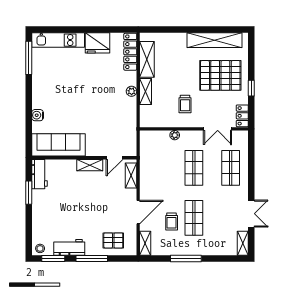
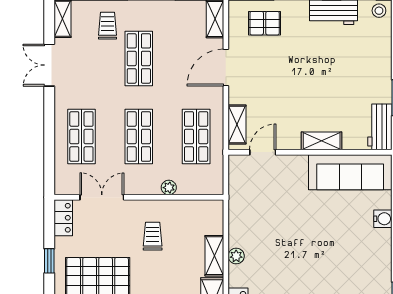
shelving: (90, 165) -> (322, 141), moved
shop shelf: (157, 168) -> (196, 136), added
trolley: (172, 222) -> (107, 26), moved

